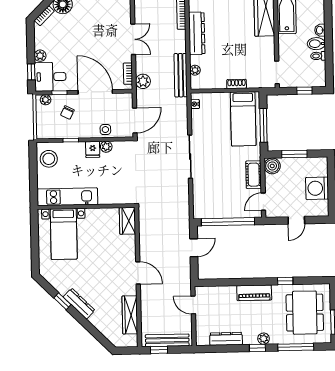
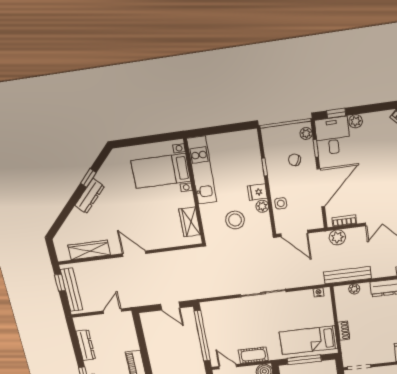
stool: (49, 159) -> (235, 220), moved
wardrobe: (128, 221) -> (190, 222), moved, turned -90
door: (138, 273) -> (134, 254), swing flipped

